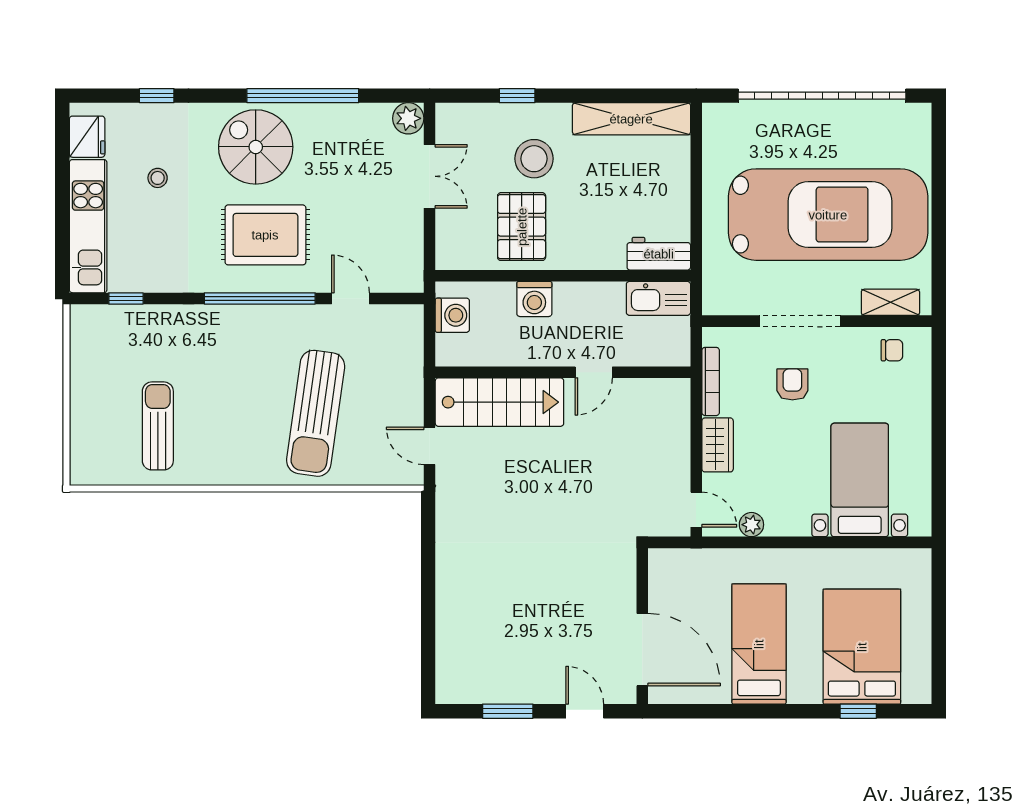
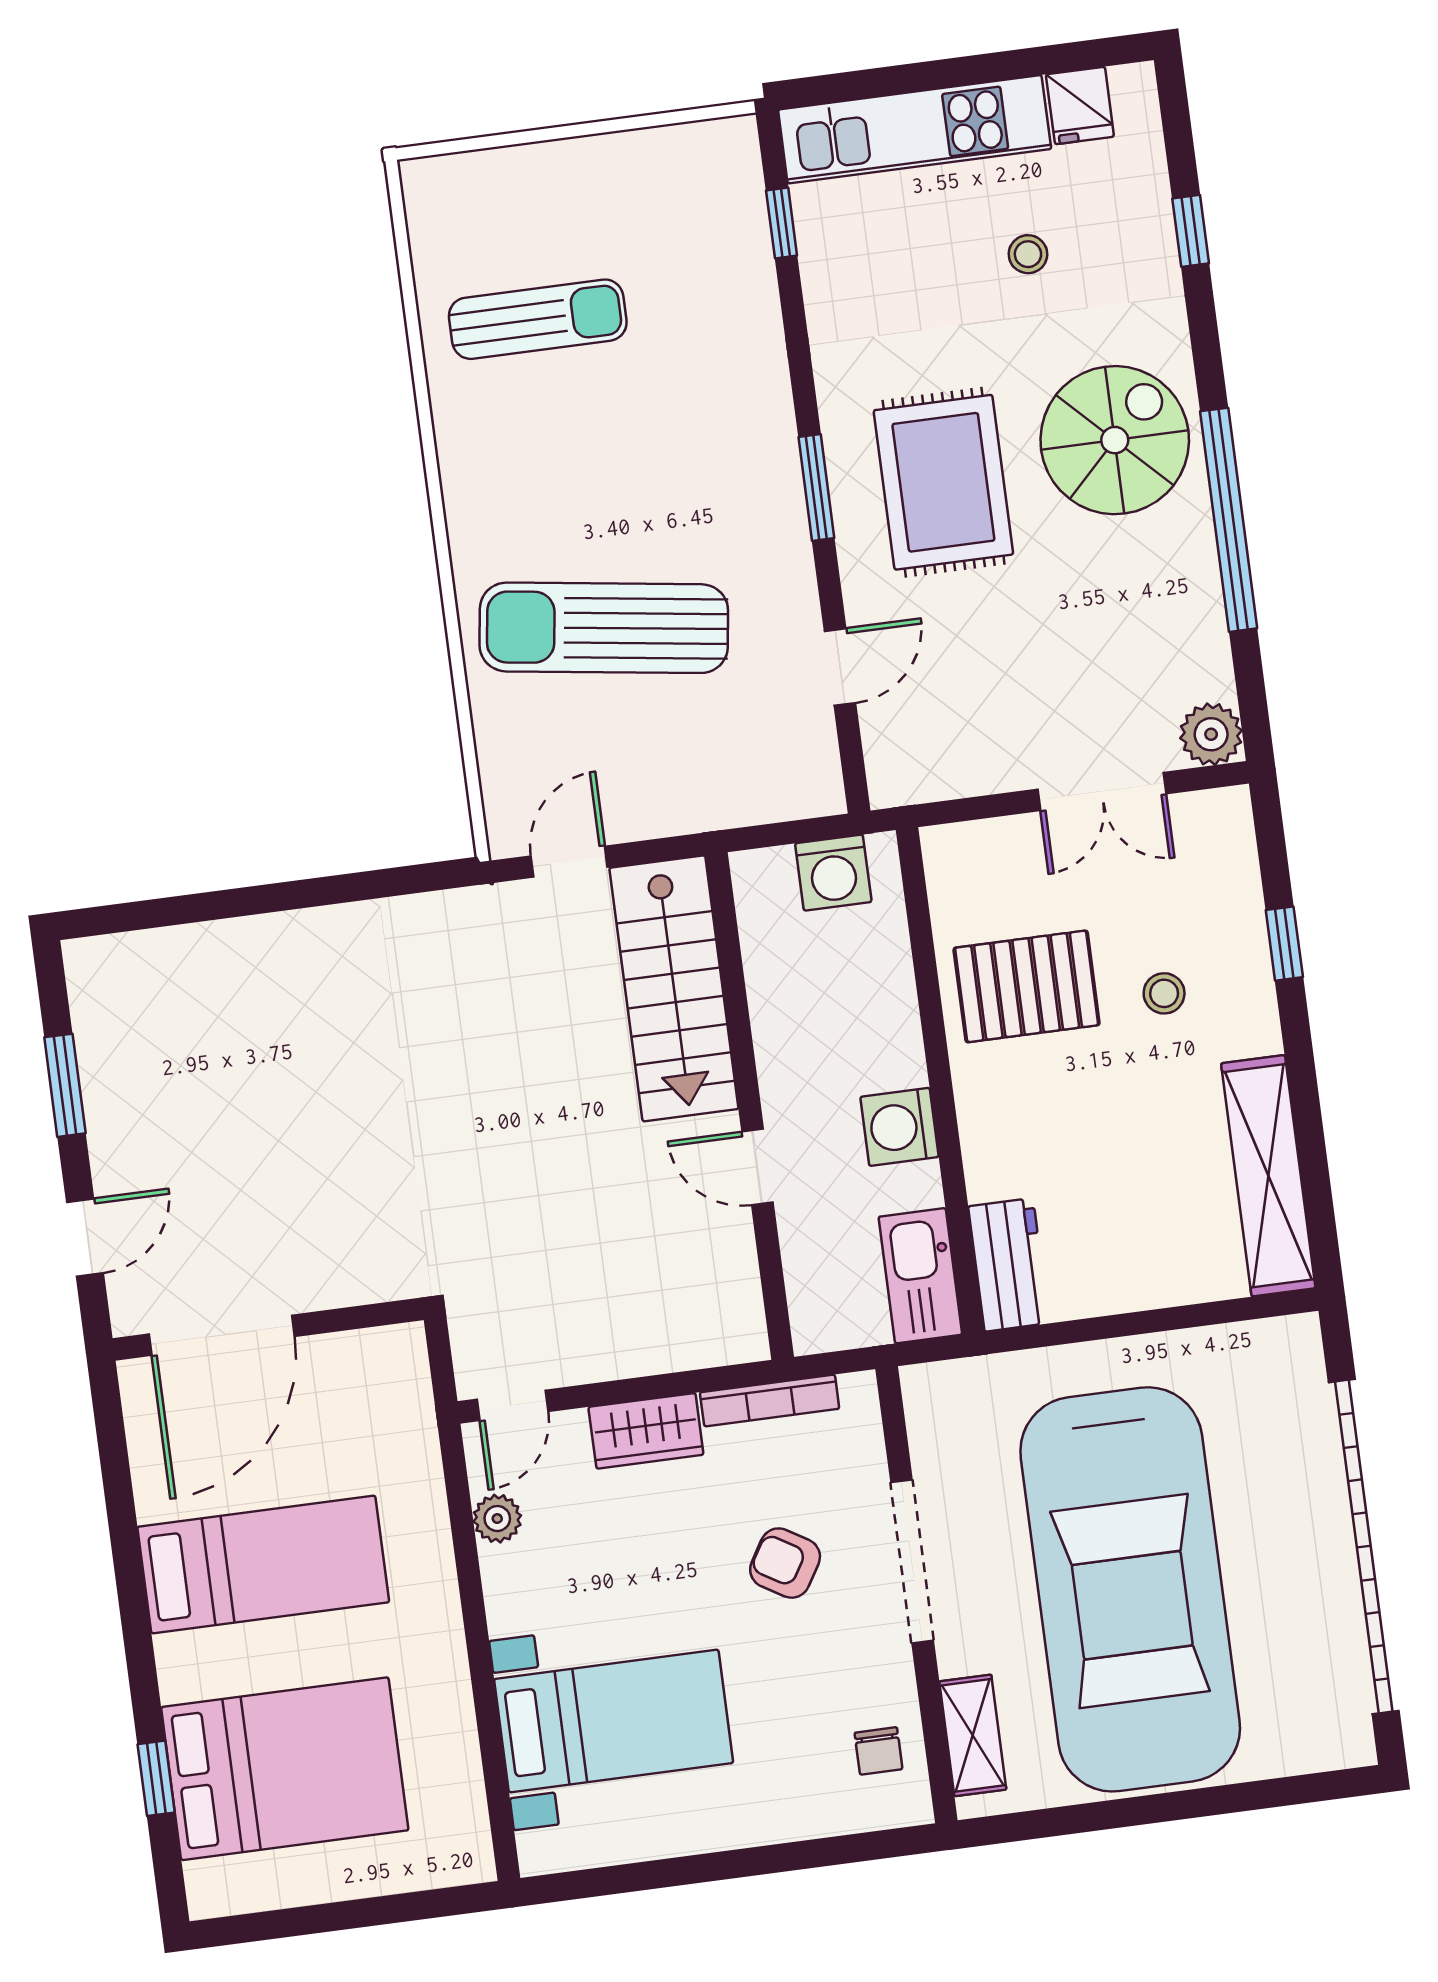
fridge: (87, 137) -> (1080, 106), width x0.72
stool: (534, 159) -> (1164, 993), width x0.53, depth x0.53
window: (260, 298) -> (816, 488), width x0.47
washing machine: (534, 299) -> (899, 1127), moved
armchair: (792, 384) -> (785, 1563), turned -149

